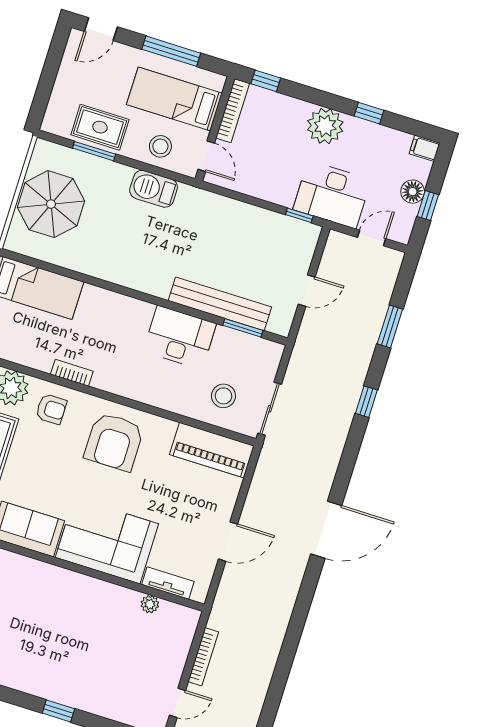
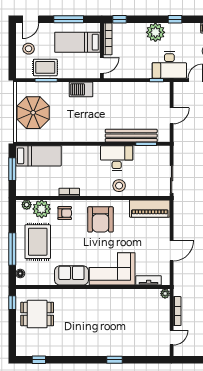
stool: (160, 146) -> (29, 49), moved
door: (206, 156) -> (102, 65), hinge flipped
stool: (223, 396) -> (119, 186), moved
plant: (150, 604) -> (165, 294), moved

